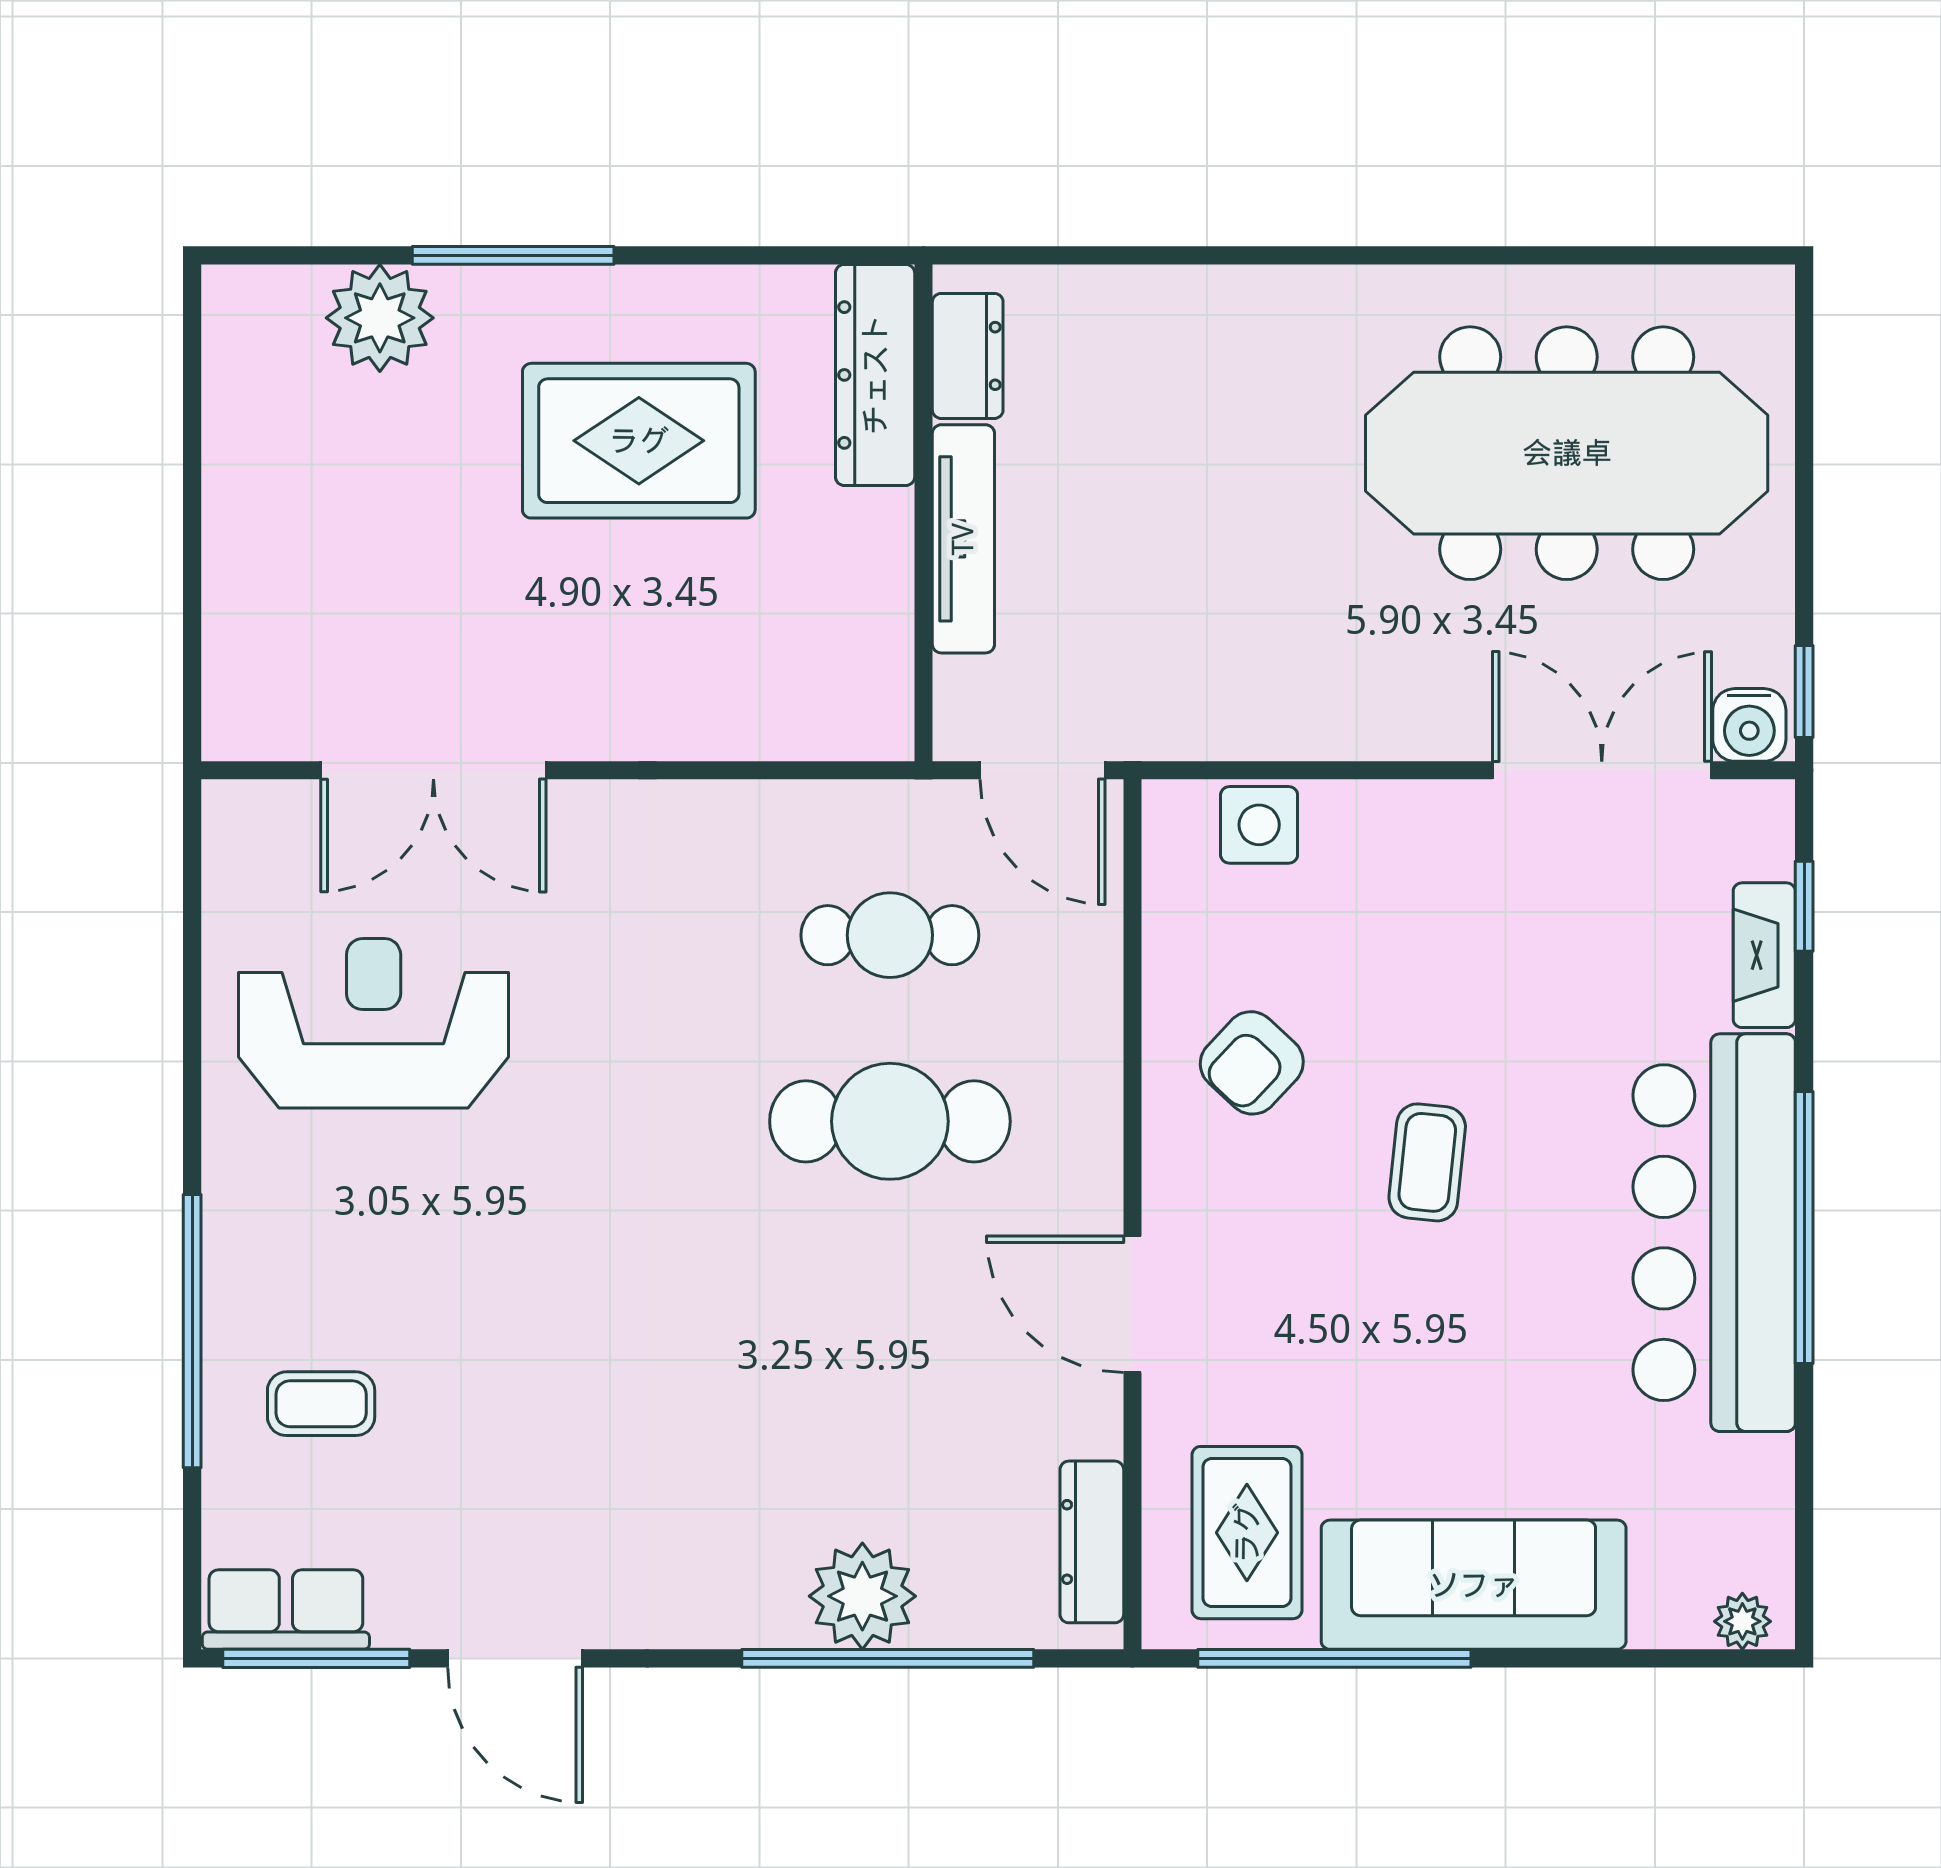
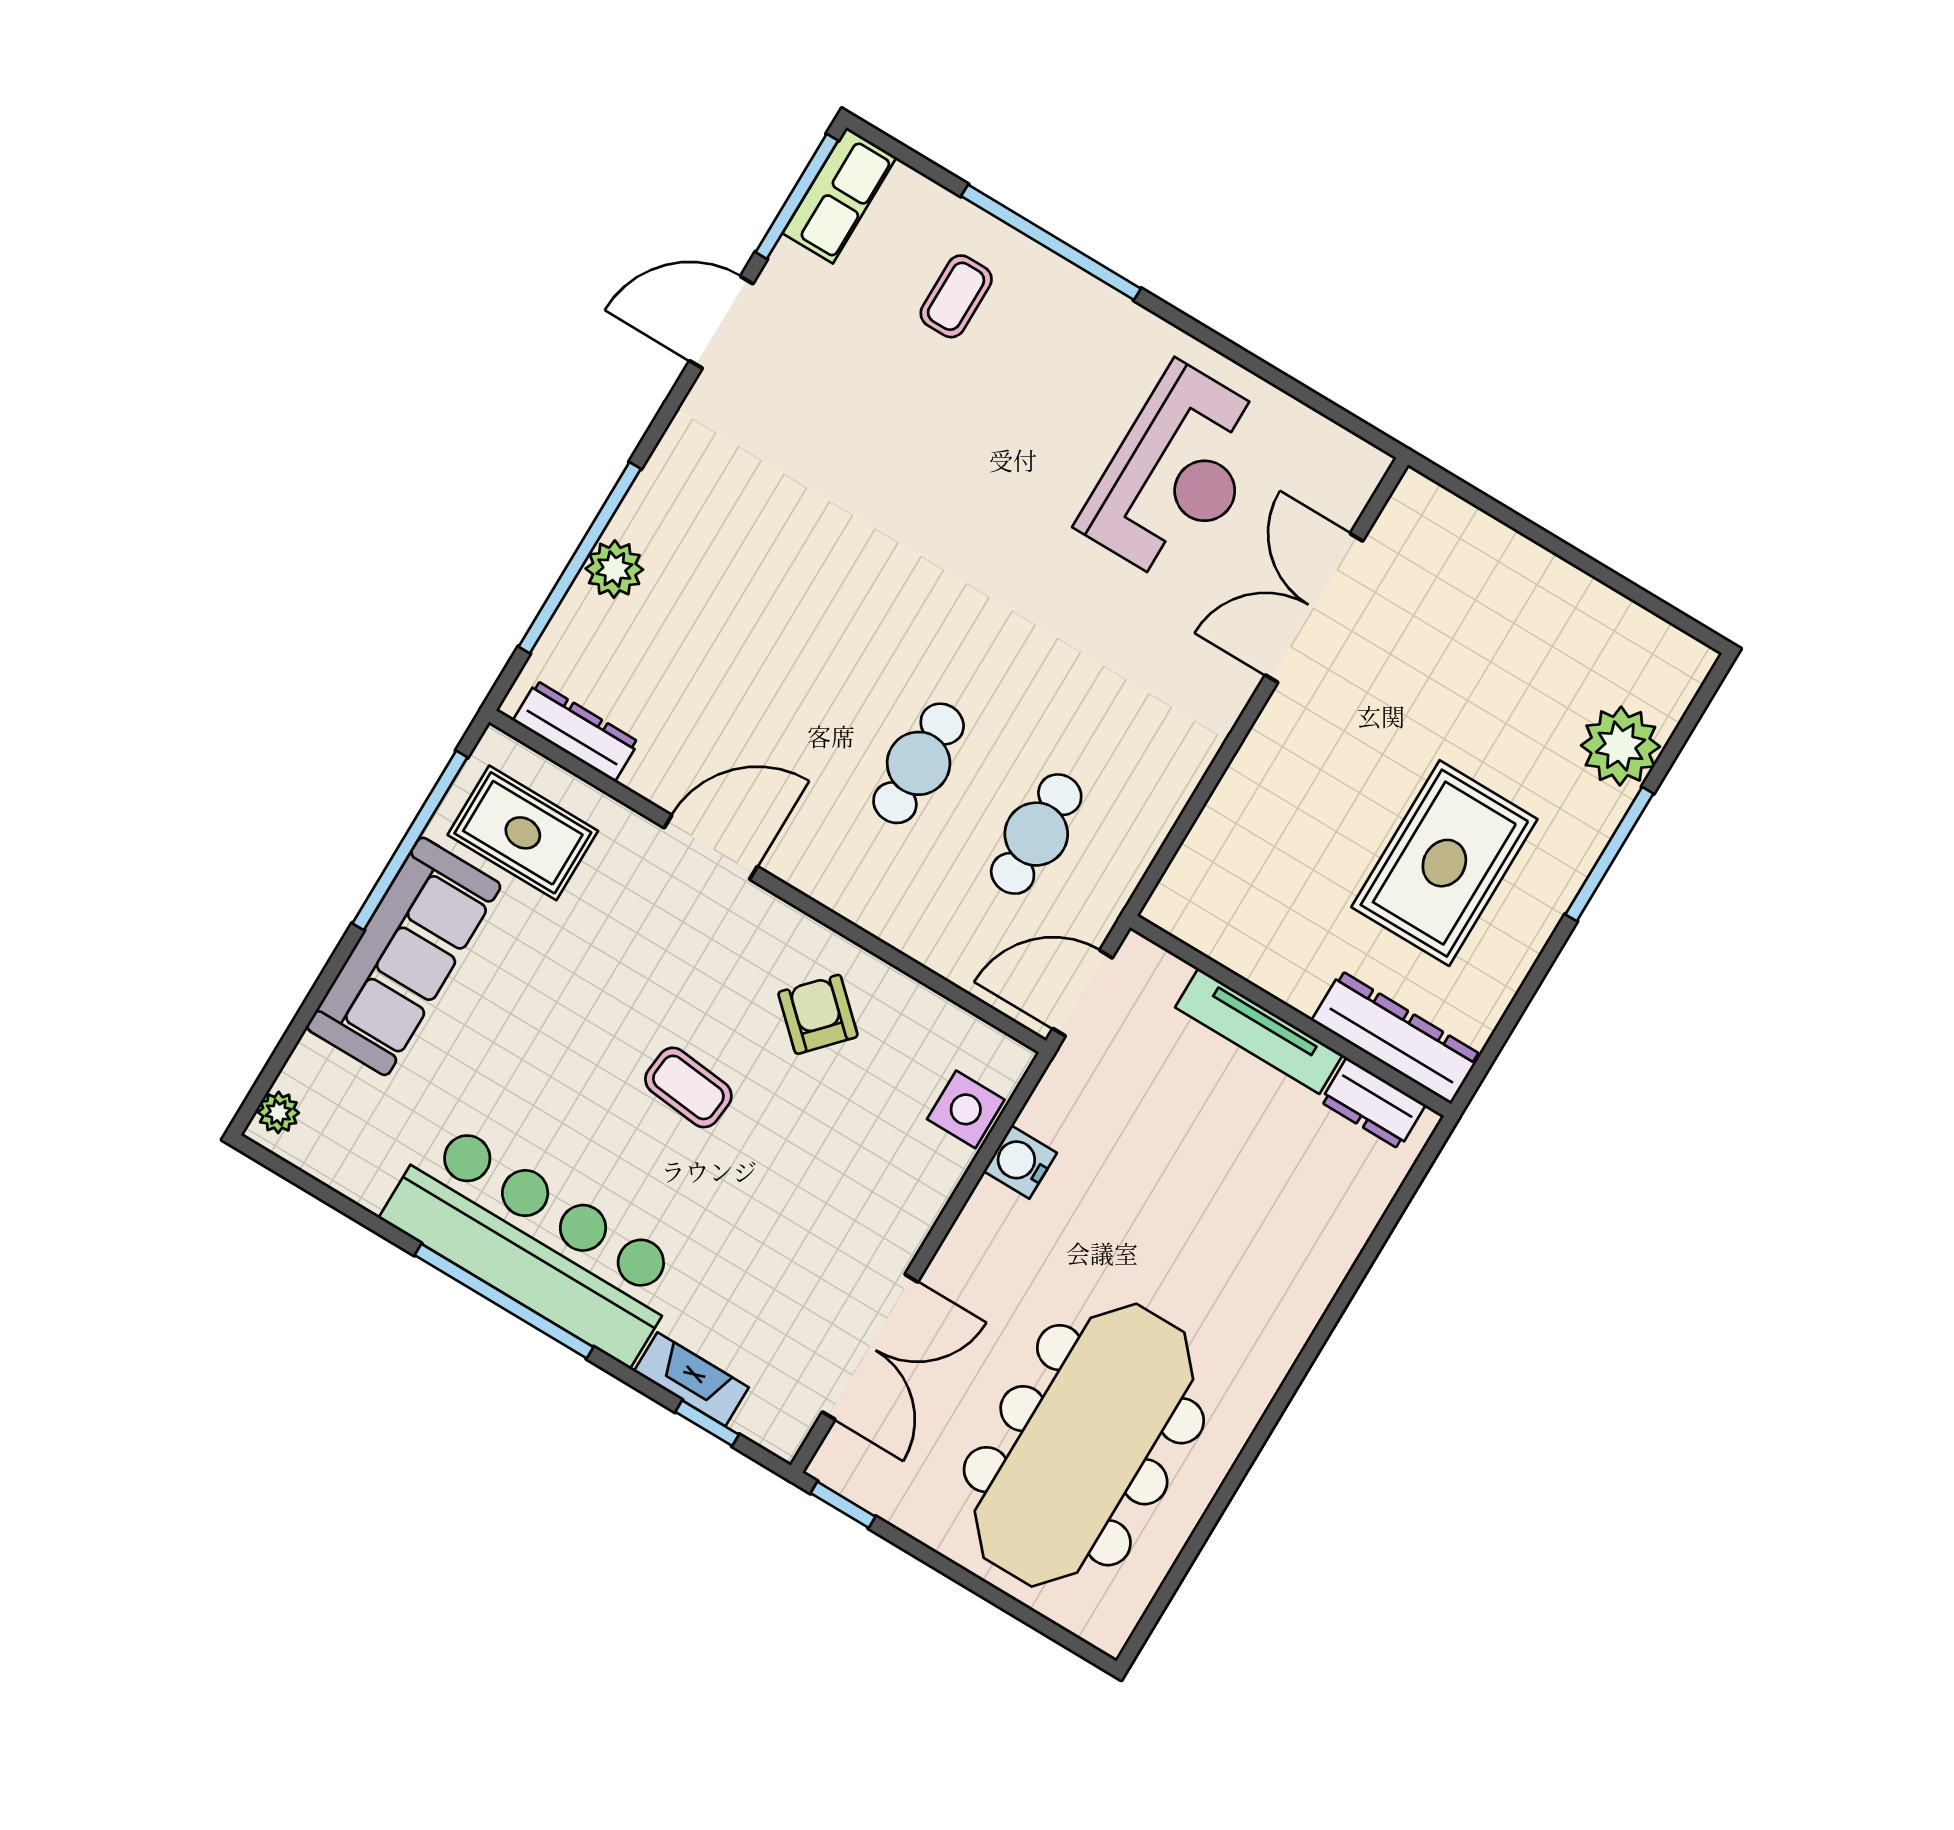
water cooler: (1749, 725) -> (1020, 1162), moved
cafe table: (890, 1121) -> (919, 763), width x0.73, depth x0.74
plant: (862, 1596) -> (614, 569), width x0.73, depth x0.73

